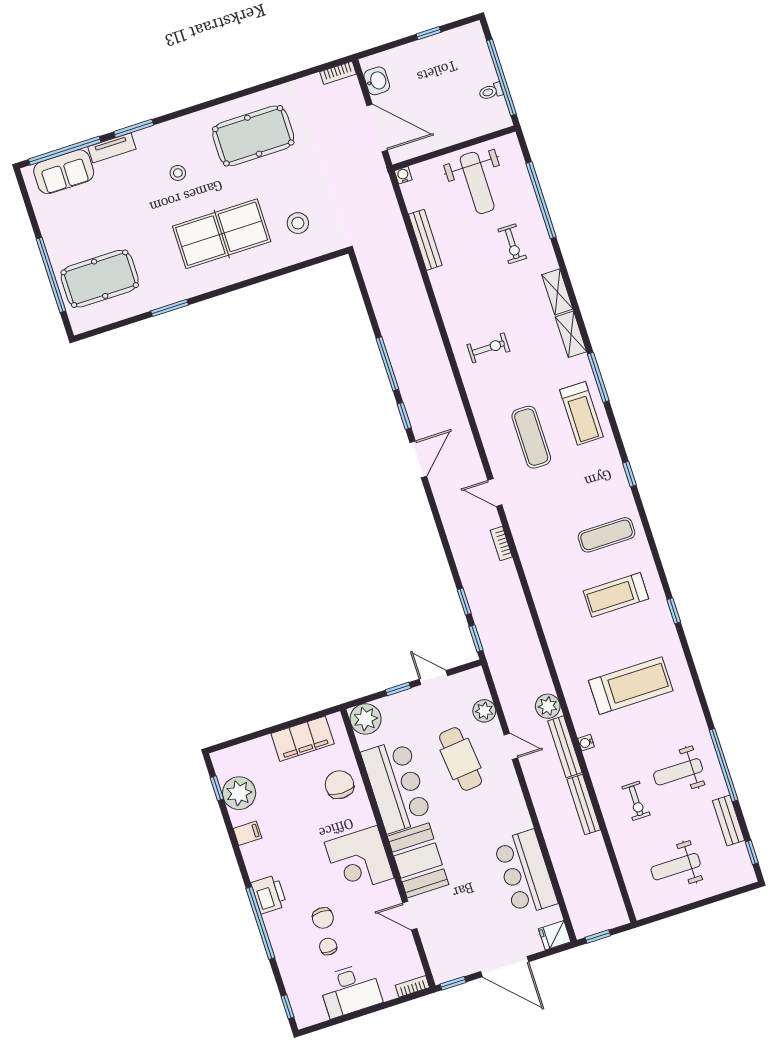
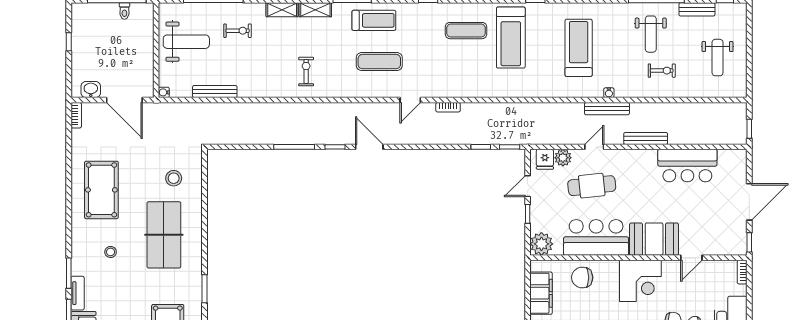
door: (377, 128) -> (124, 100), swing flipped
exercise mat: (606, 535) -> (466, 31), turned 90
treadmill: (616, 595) -> (511, 38), width x1.37, depth x1.38
plant: (548, 706) -> (574, 112), removed
bench: (584, 805) -> (646, 138), moved
fridge: (555, 935) -> (545, 159), moved

